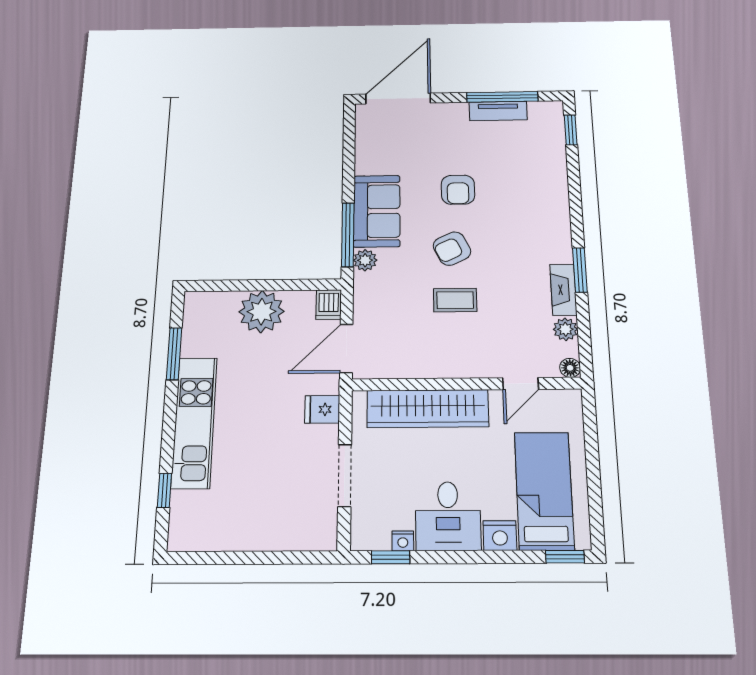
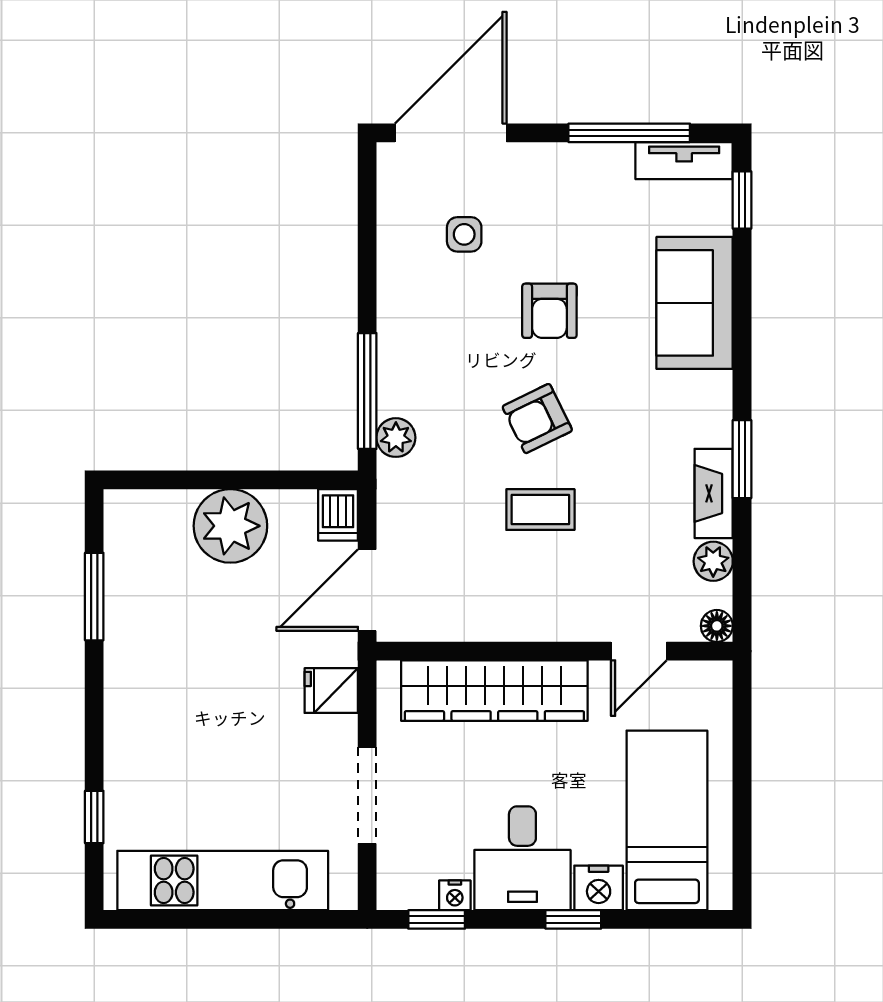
tv unit: (498, 111) -> (684, 161), moved
side table: (406, 150) -> (464, 234), added
sofa: (377, 211) -> (695, 303), moved, turned 180
kitchen unit: (194, 422) -> (223, 881), moved, turned -90
window: (565, 557) -> (573, 919), moved

